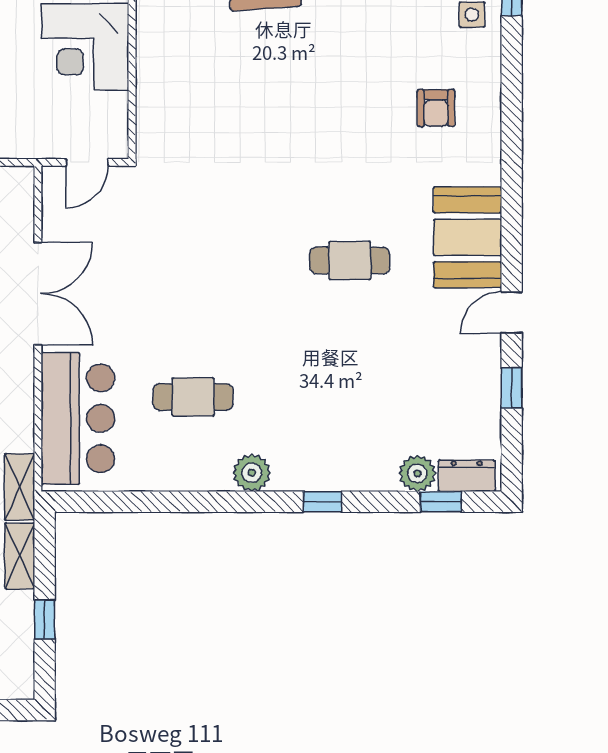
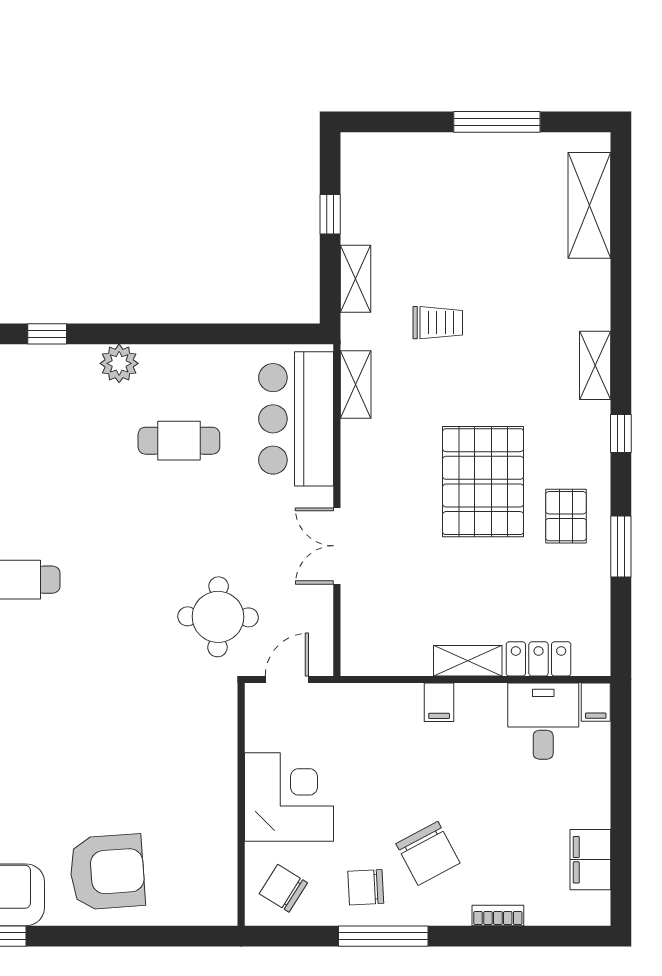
round table: (155, 224) -> (218, 617), added
double door: (38, 294) -> (337, 546), width x0.73
shelving: (20, 487) -> (356, 385), moved

